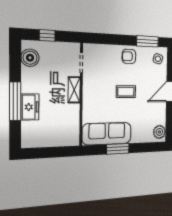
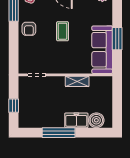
boiler: (30, 58) -> (96, 120), moved
shelving: (74, 90) -> (77, 81), moved
window: (15, 101) -> (59, 133), moved

